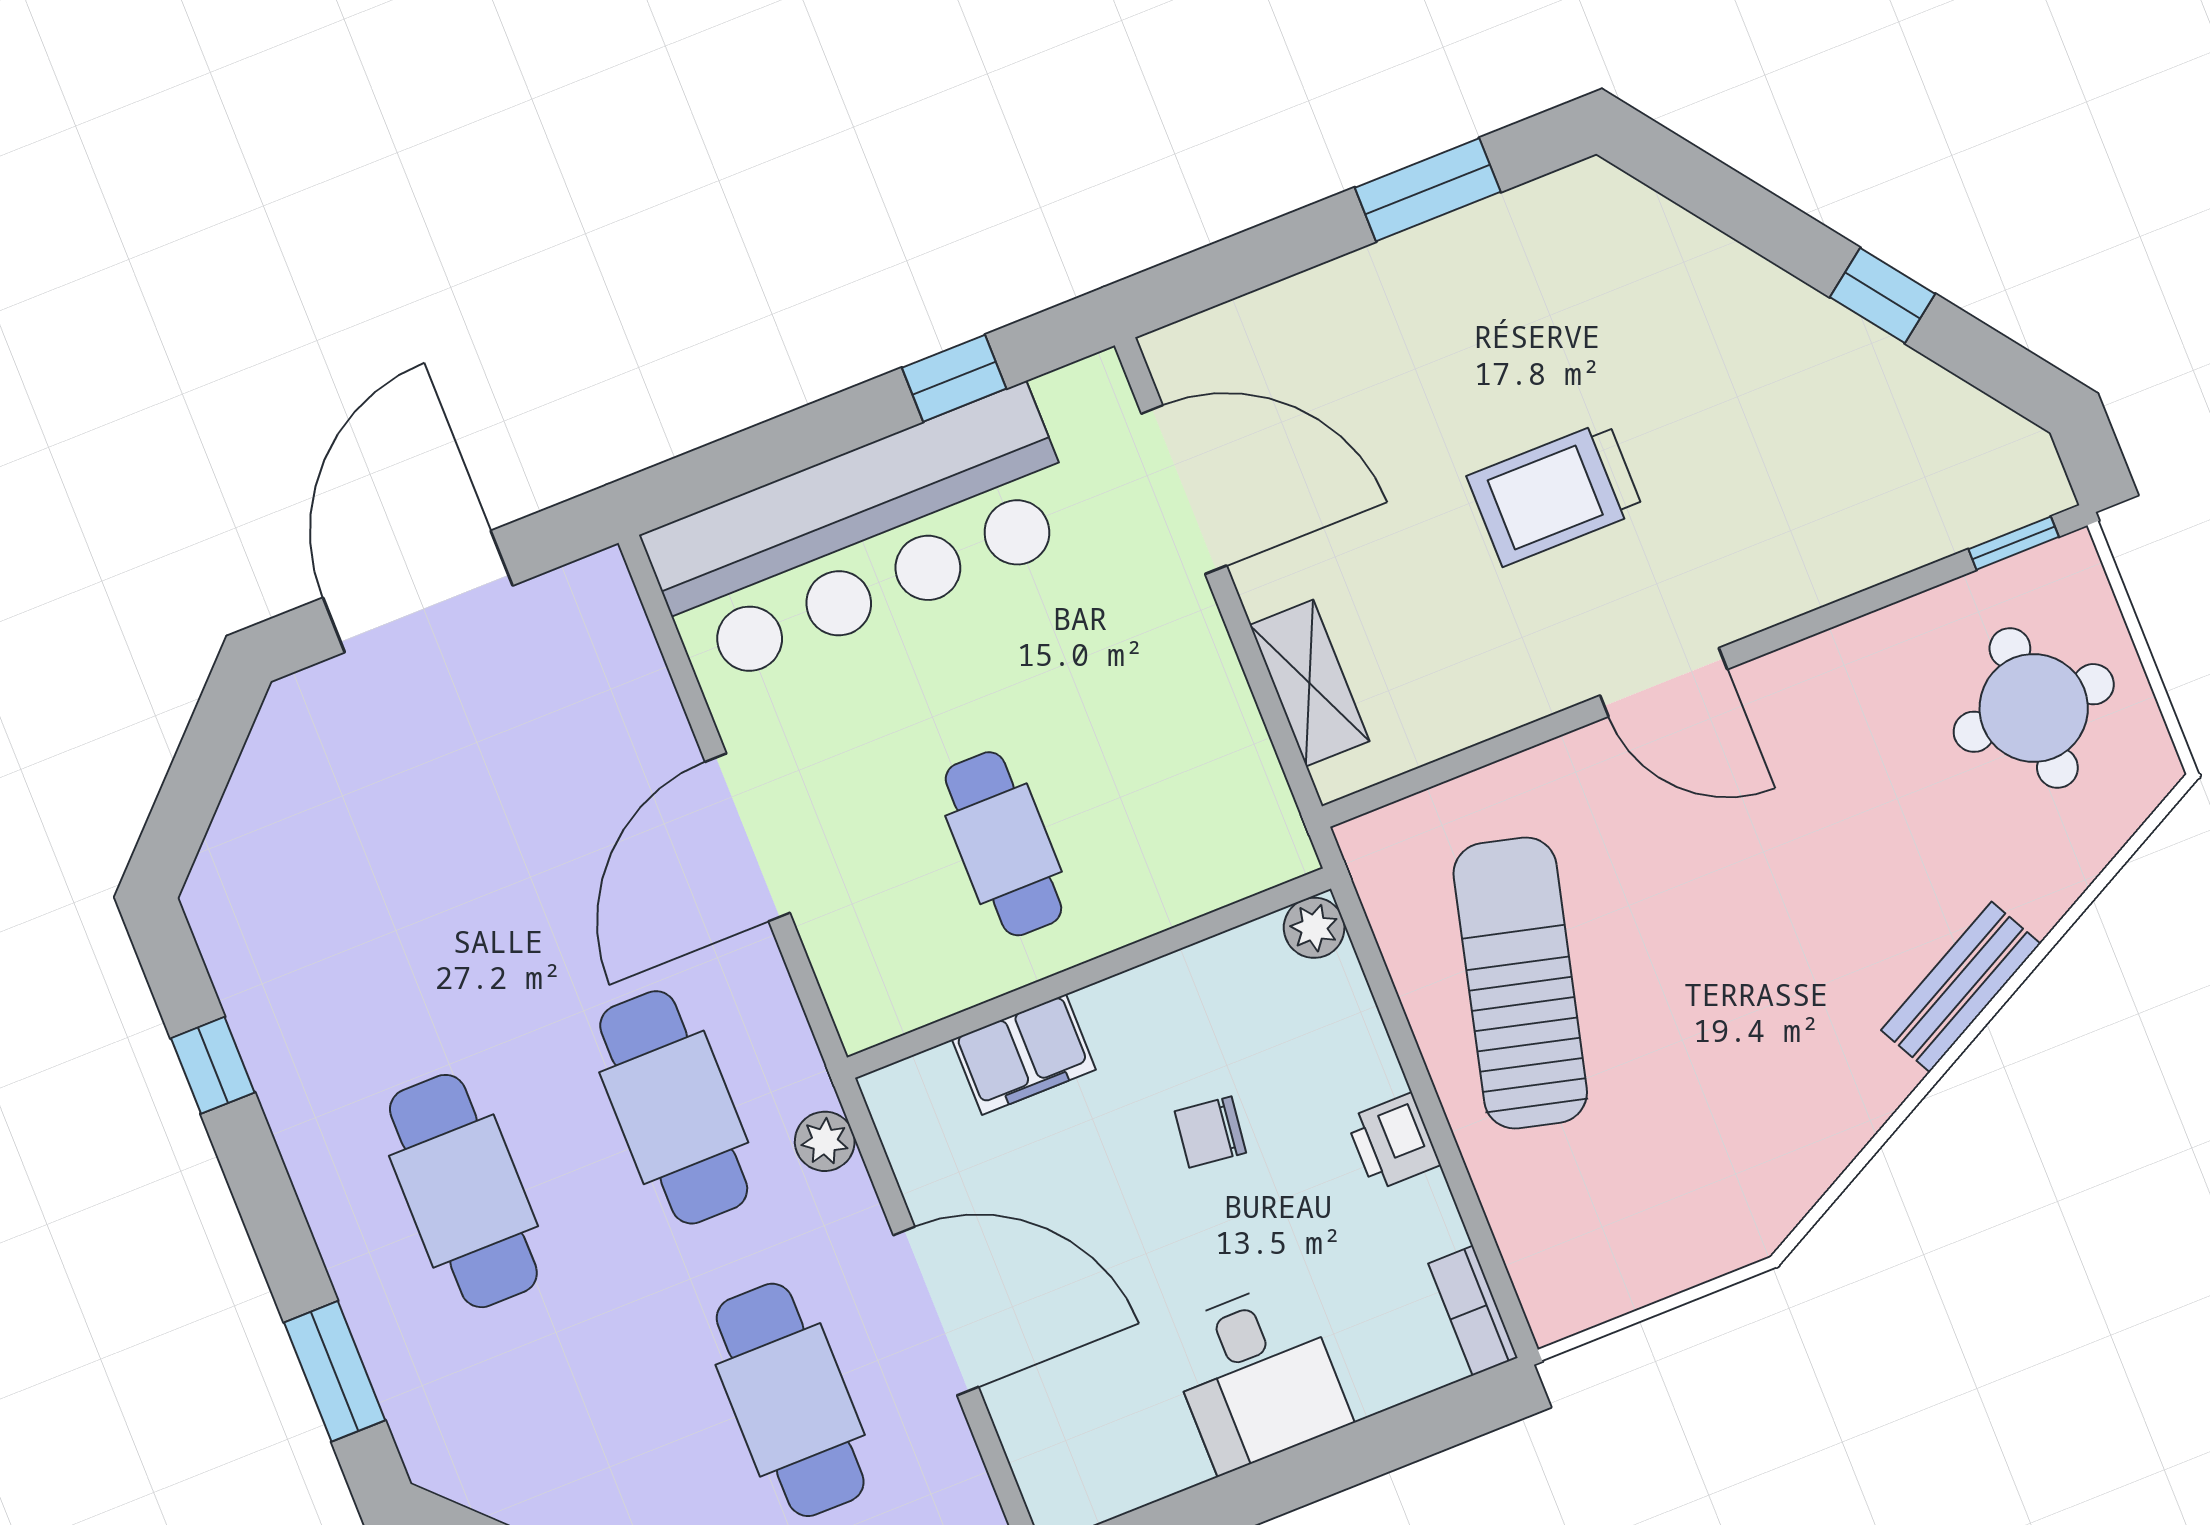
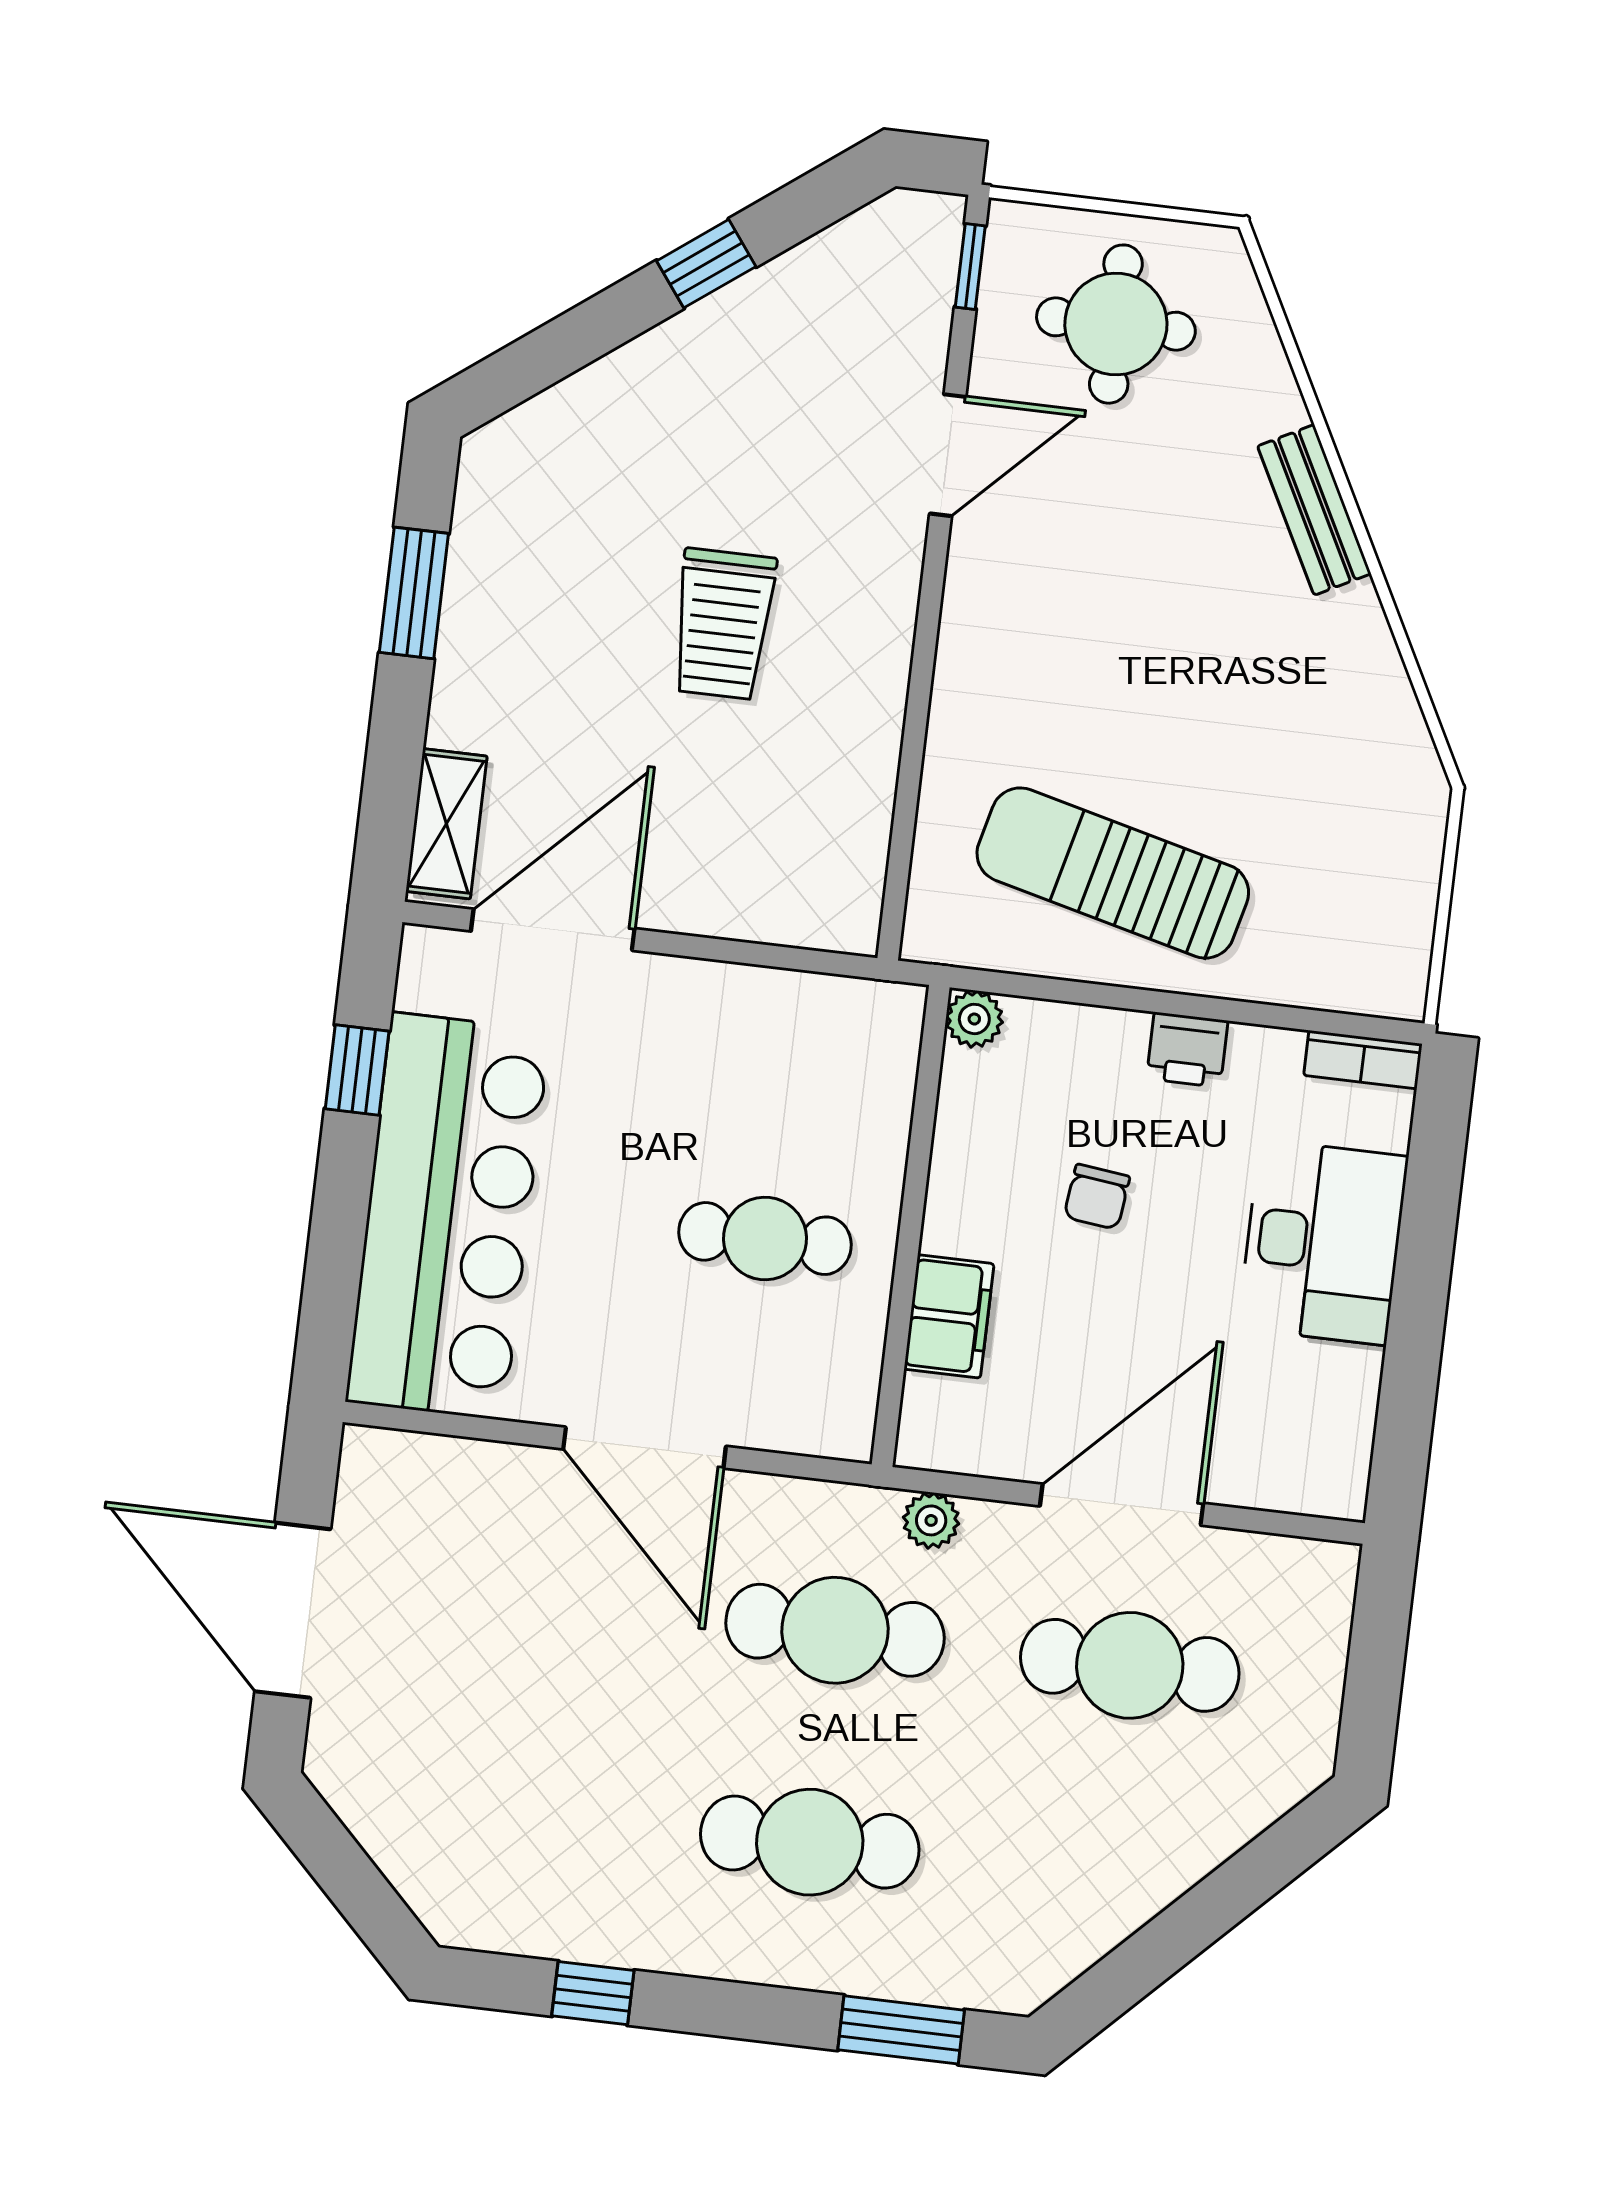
door: (1664, 682) -> (948, 455), moved
shelving: (1310, 683) -> (446, 824), moved, turned 90
desk: (1257, 1376) -> (1323, 1242), width x1.37

